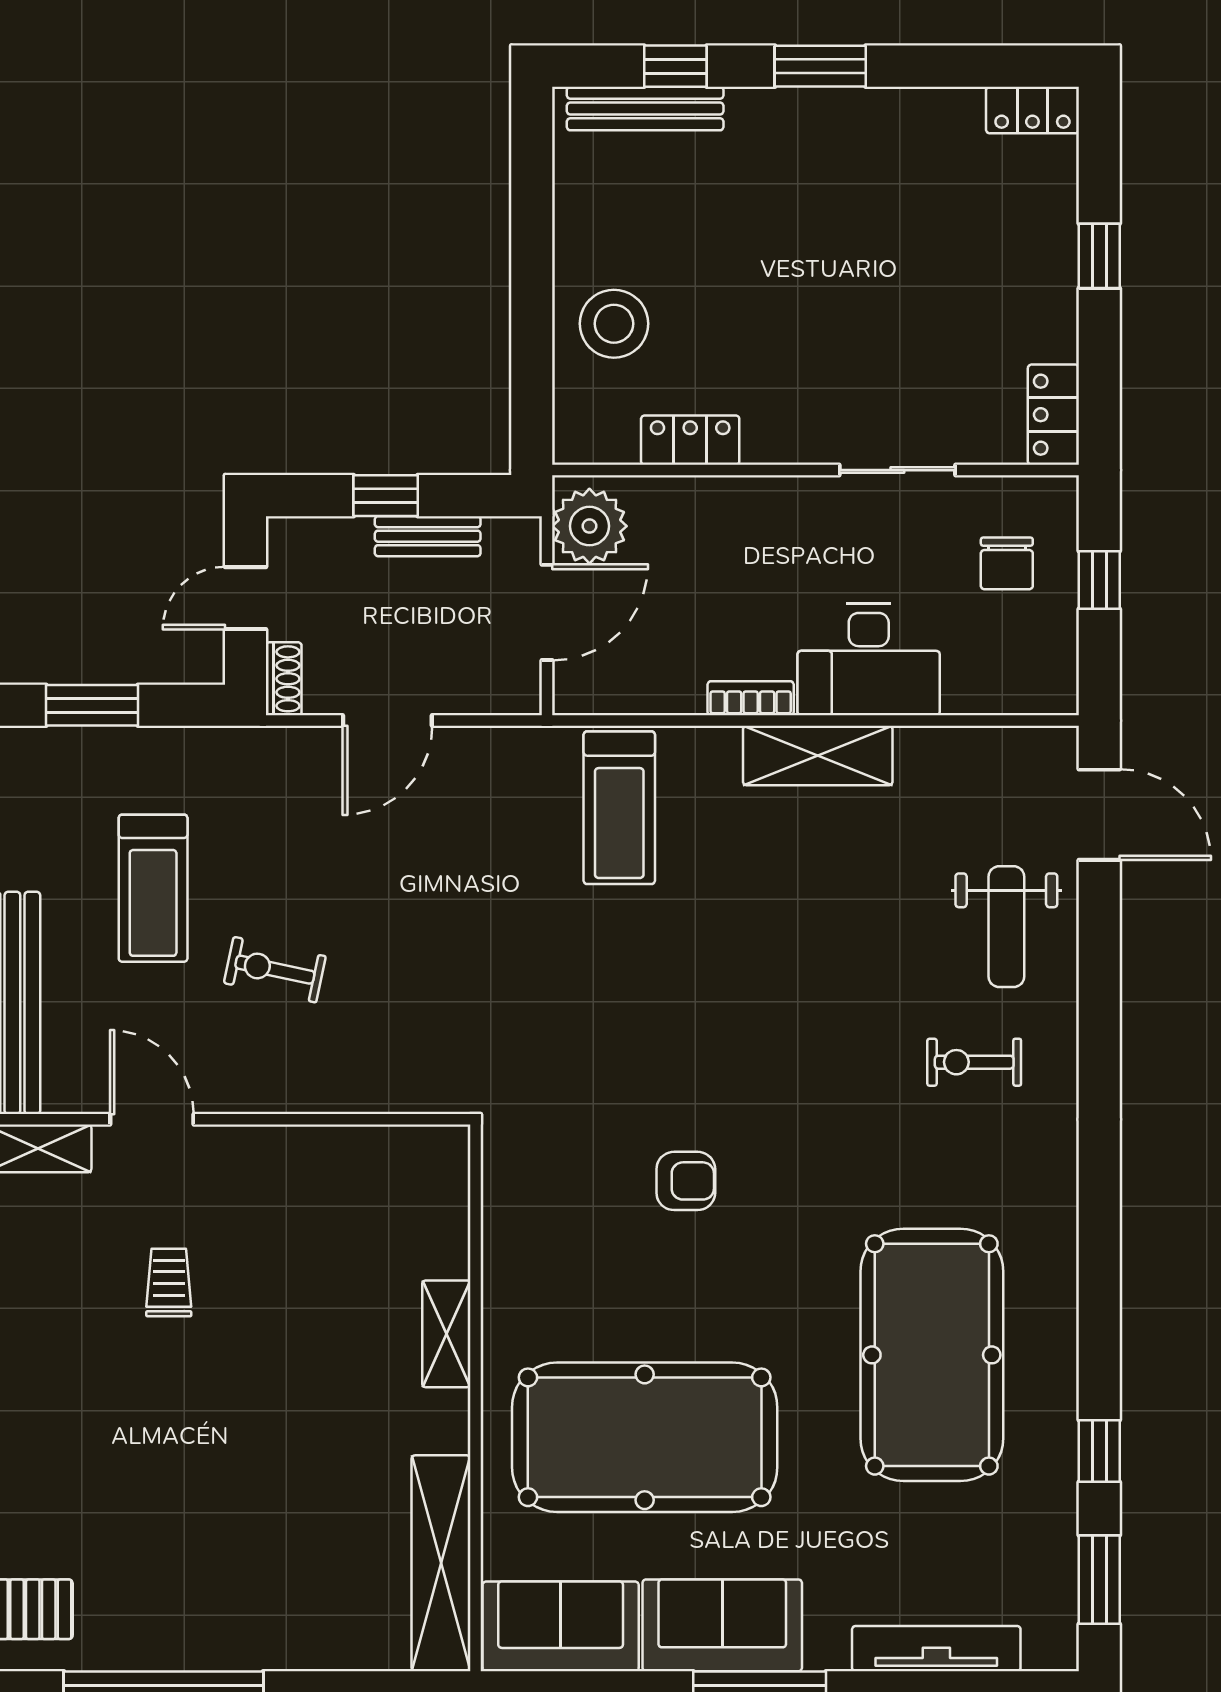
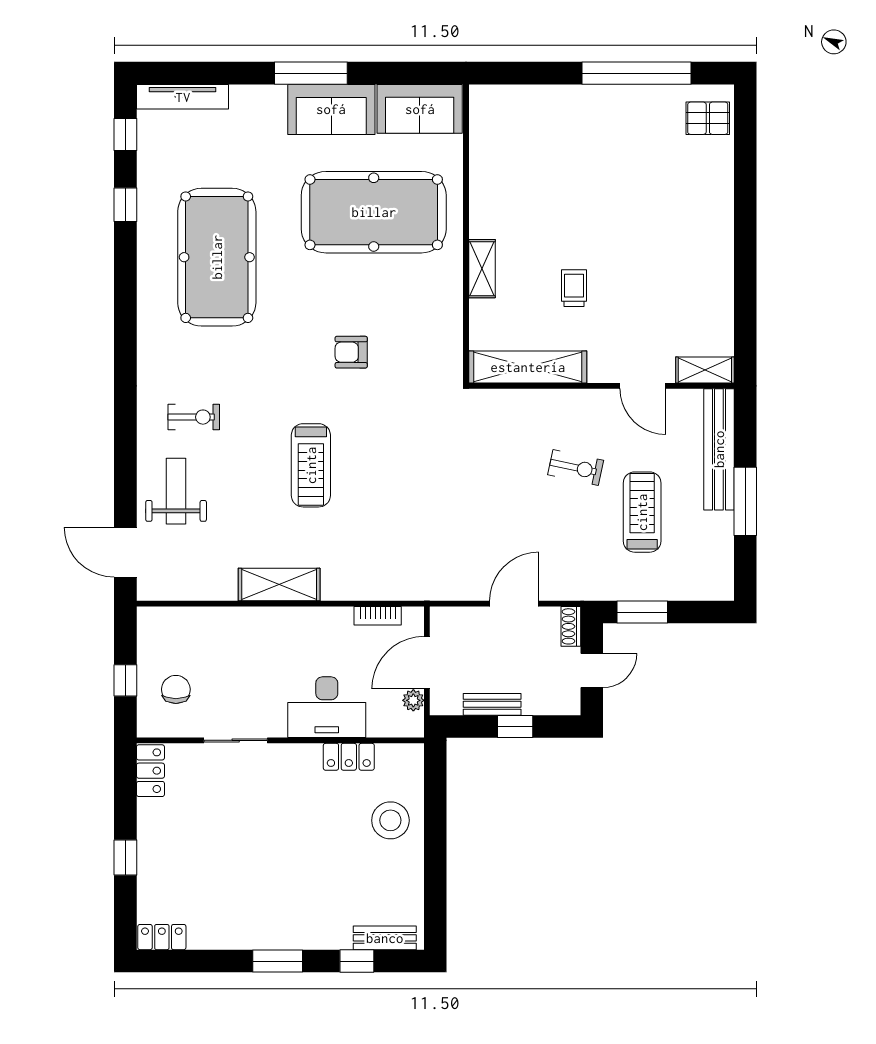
bench: (645, 109) -> (385, 938), width x0.73
plant: (589, 526) -> (413, 700), width x0.53, depth x0.53
desk: (869, 660) -> (327, 707), moved, turned 180
bookcase: (751, 698) -> (378, 616), moved
window: (92, 705) -> (642, 612), moved
treadmill: (619, 808) -> (311, 465), moved, turned 180
trolley: (169, 1283) -> (574, 288), moved, turned 180
shelving: (441, 1563) -> (528, 367), moved, turned 90
window: (1099, 1580) -> (125, 134), width x0.67
tv unit: (936, 1649) -> (183, 97), moved

